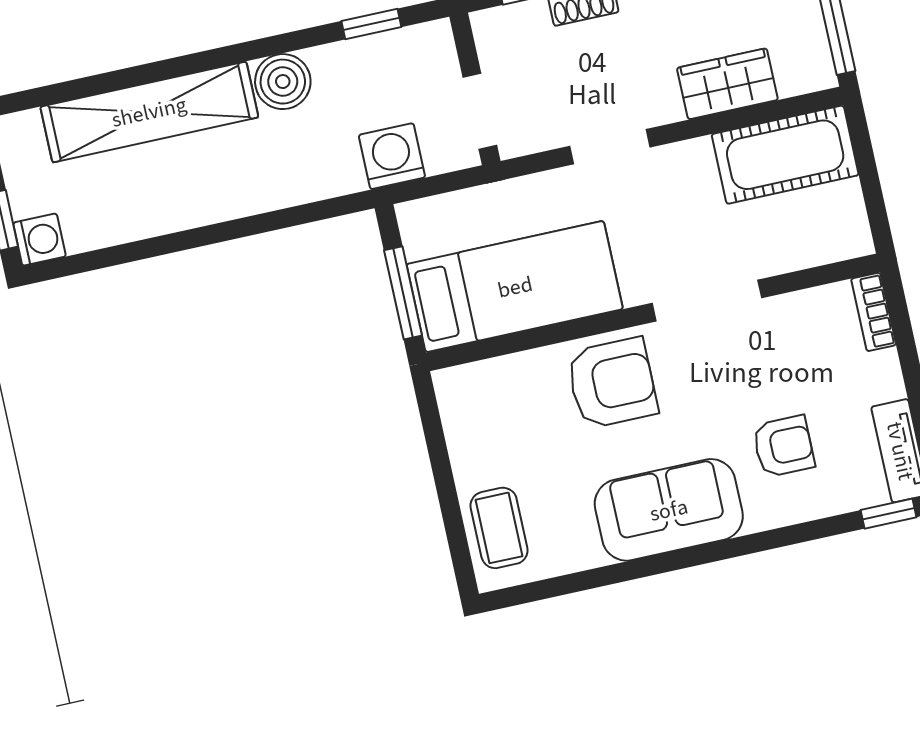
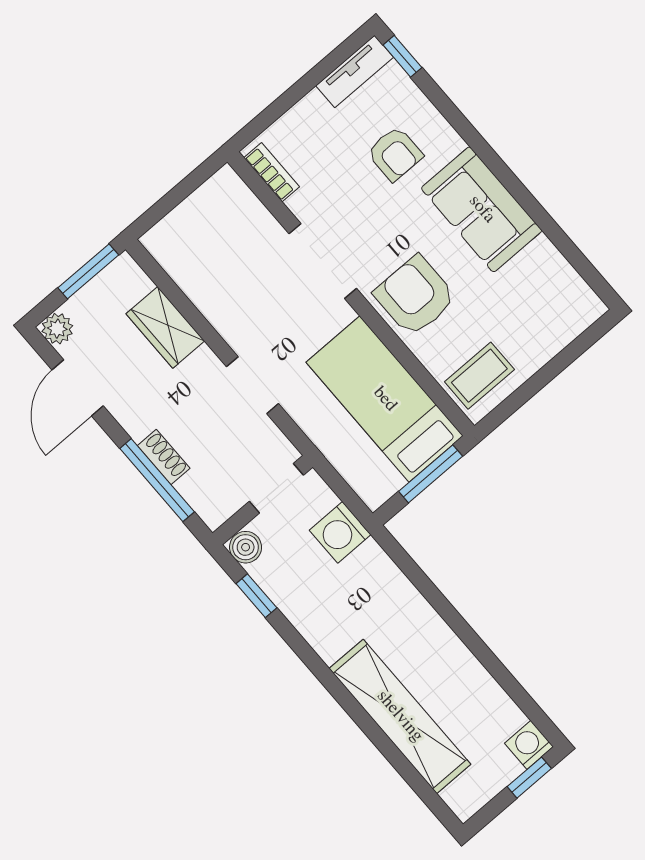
boiler: (283, 82) -> (246, 547), moved, width x0.73, depth x0.73
cot: (785, 155) -> (193, 261), removed
bookcase: (874, 312) -> (272, 172), moved, turned -90
armchair: (784, 446) -> (395, 154), turned 180
coffee table: (499, 528) -> (479, 376), moved

